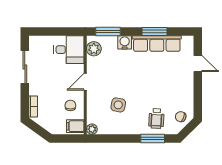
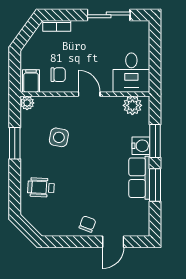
window: (108, 32) -> (155, 141), moved
row of seats: (157, 44) -> (139, 178), width x0.68
chair: (181, 117) -> (87, 224), moved
window: (153, 139) -> (15, 143), moved

